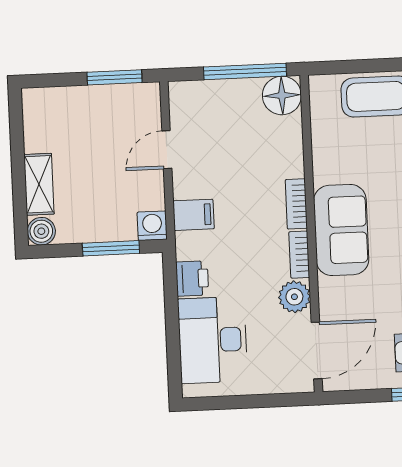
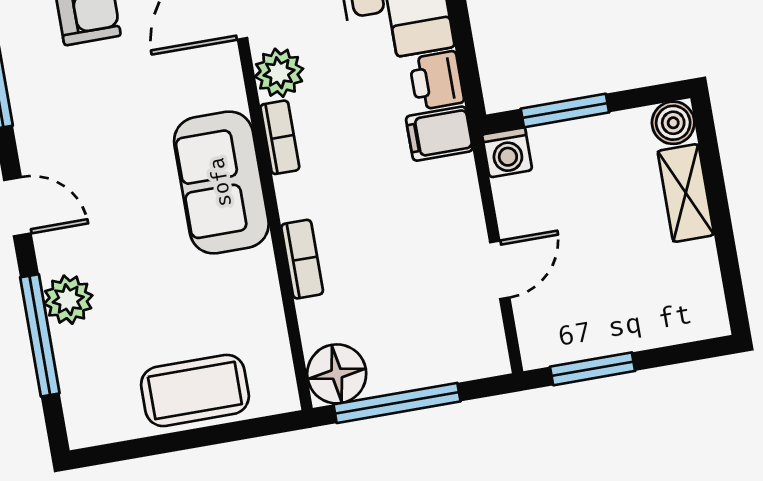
bookcase: (296, 204) -> (302, 259), moved
filing cabinet: (194, 215) -> (439, 134), moved

